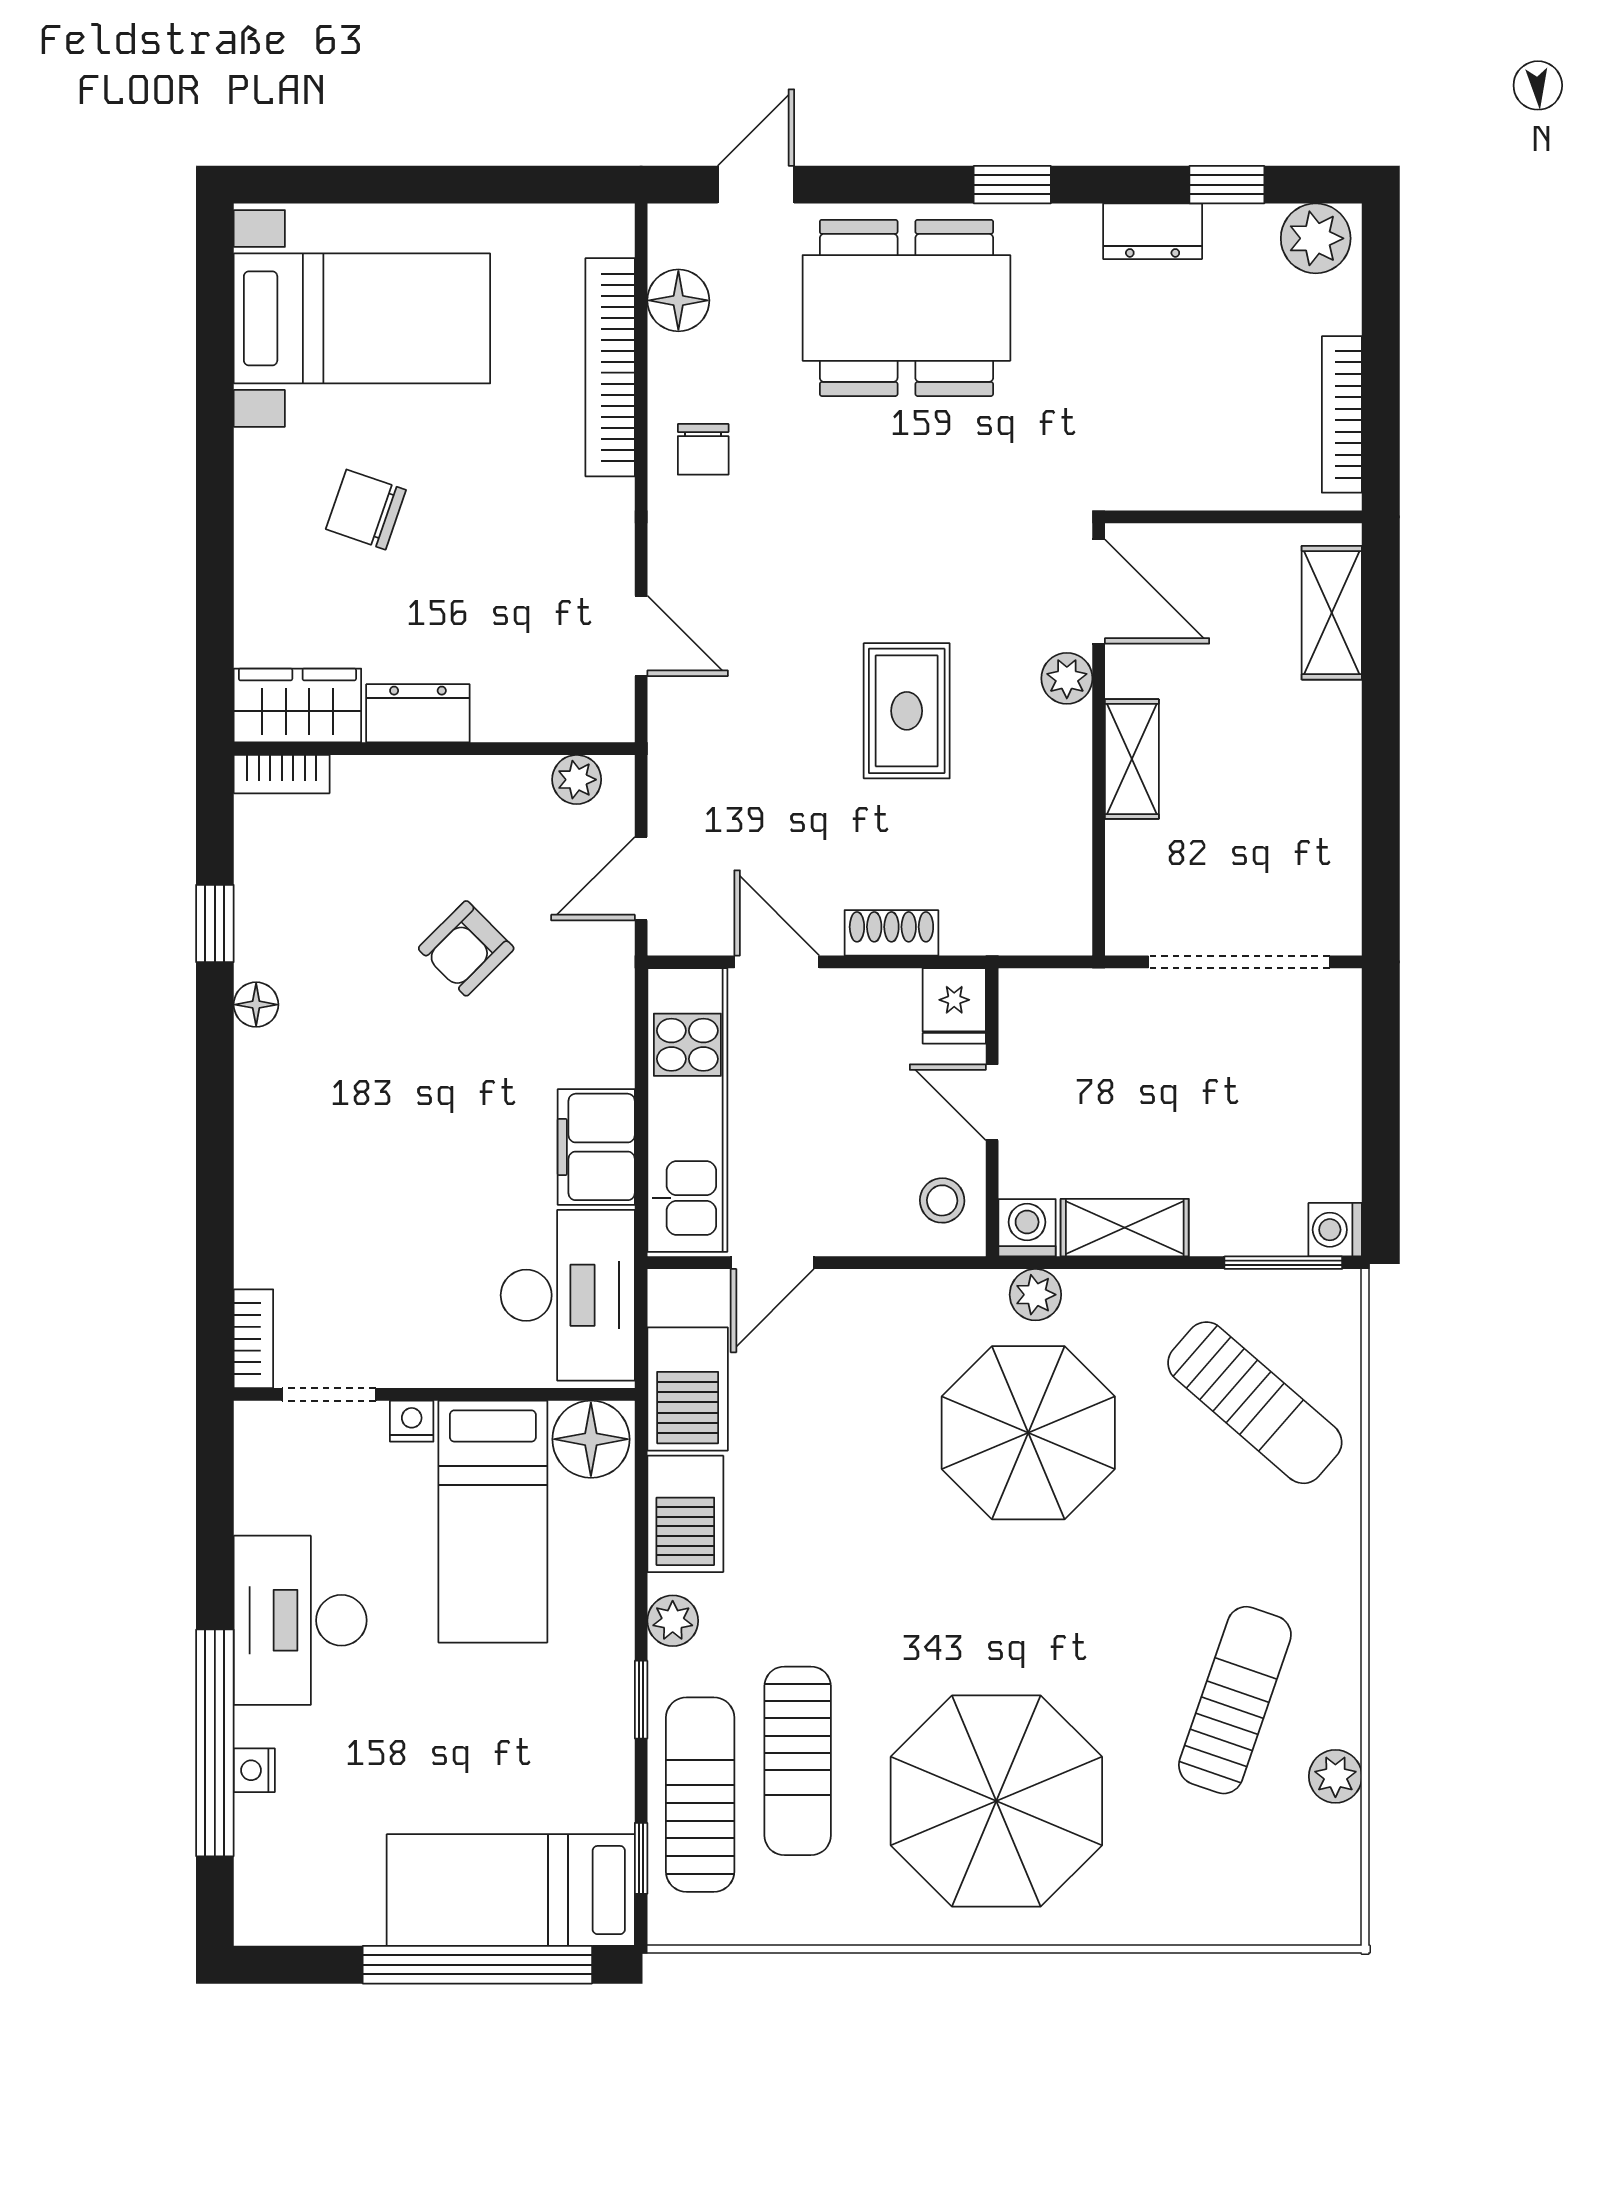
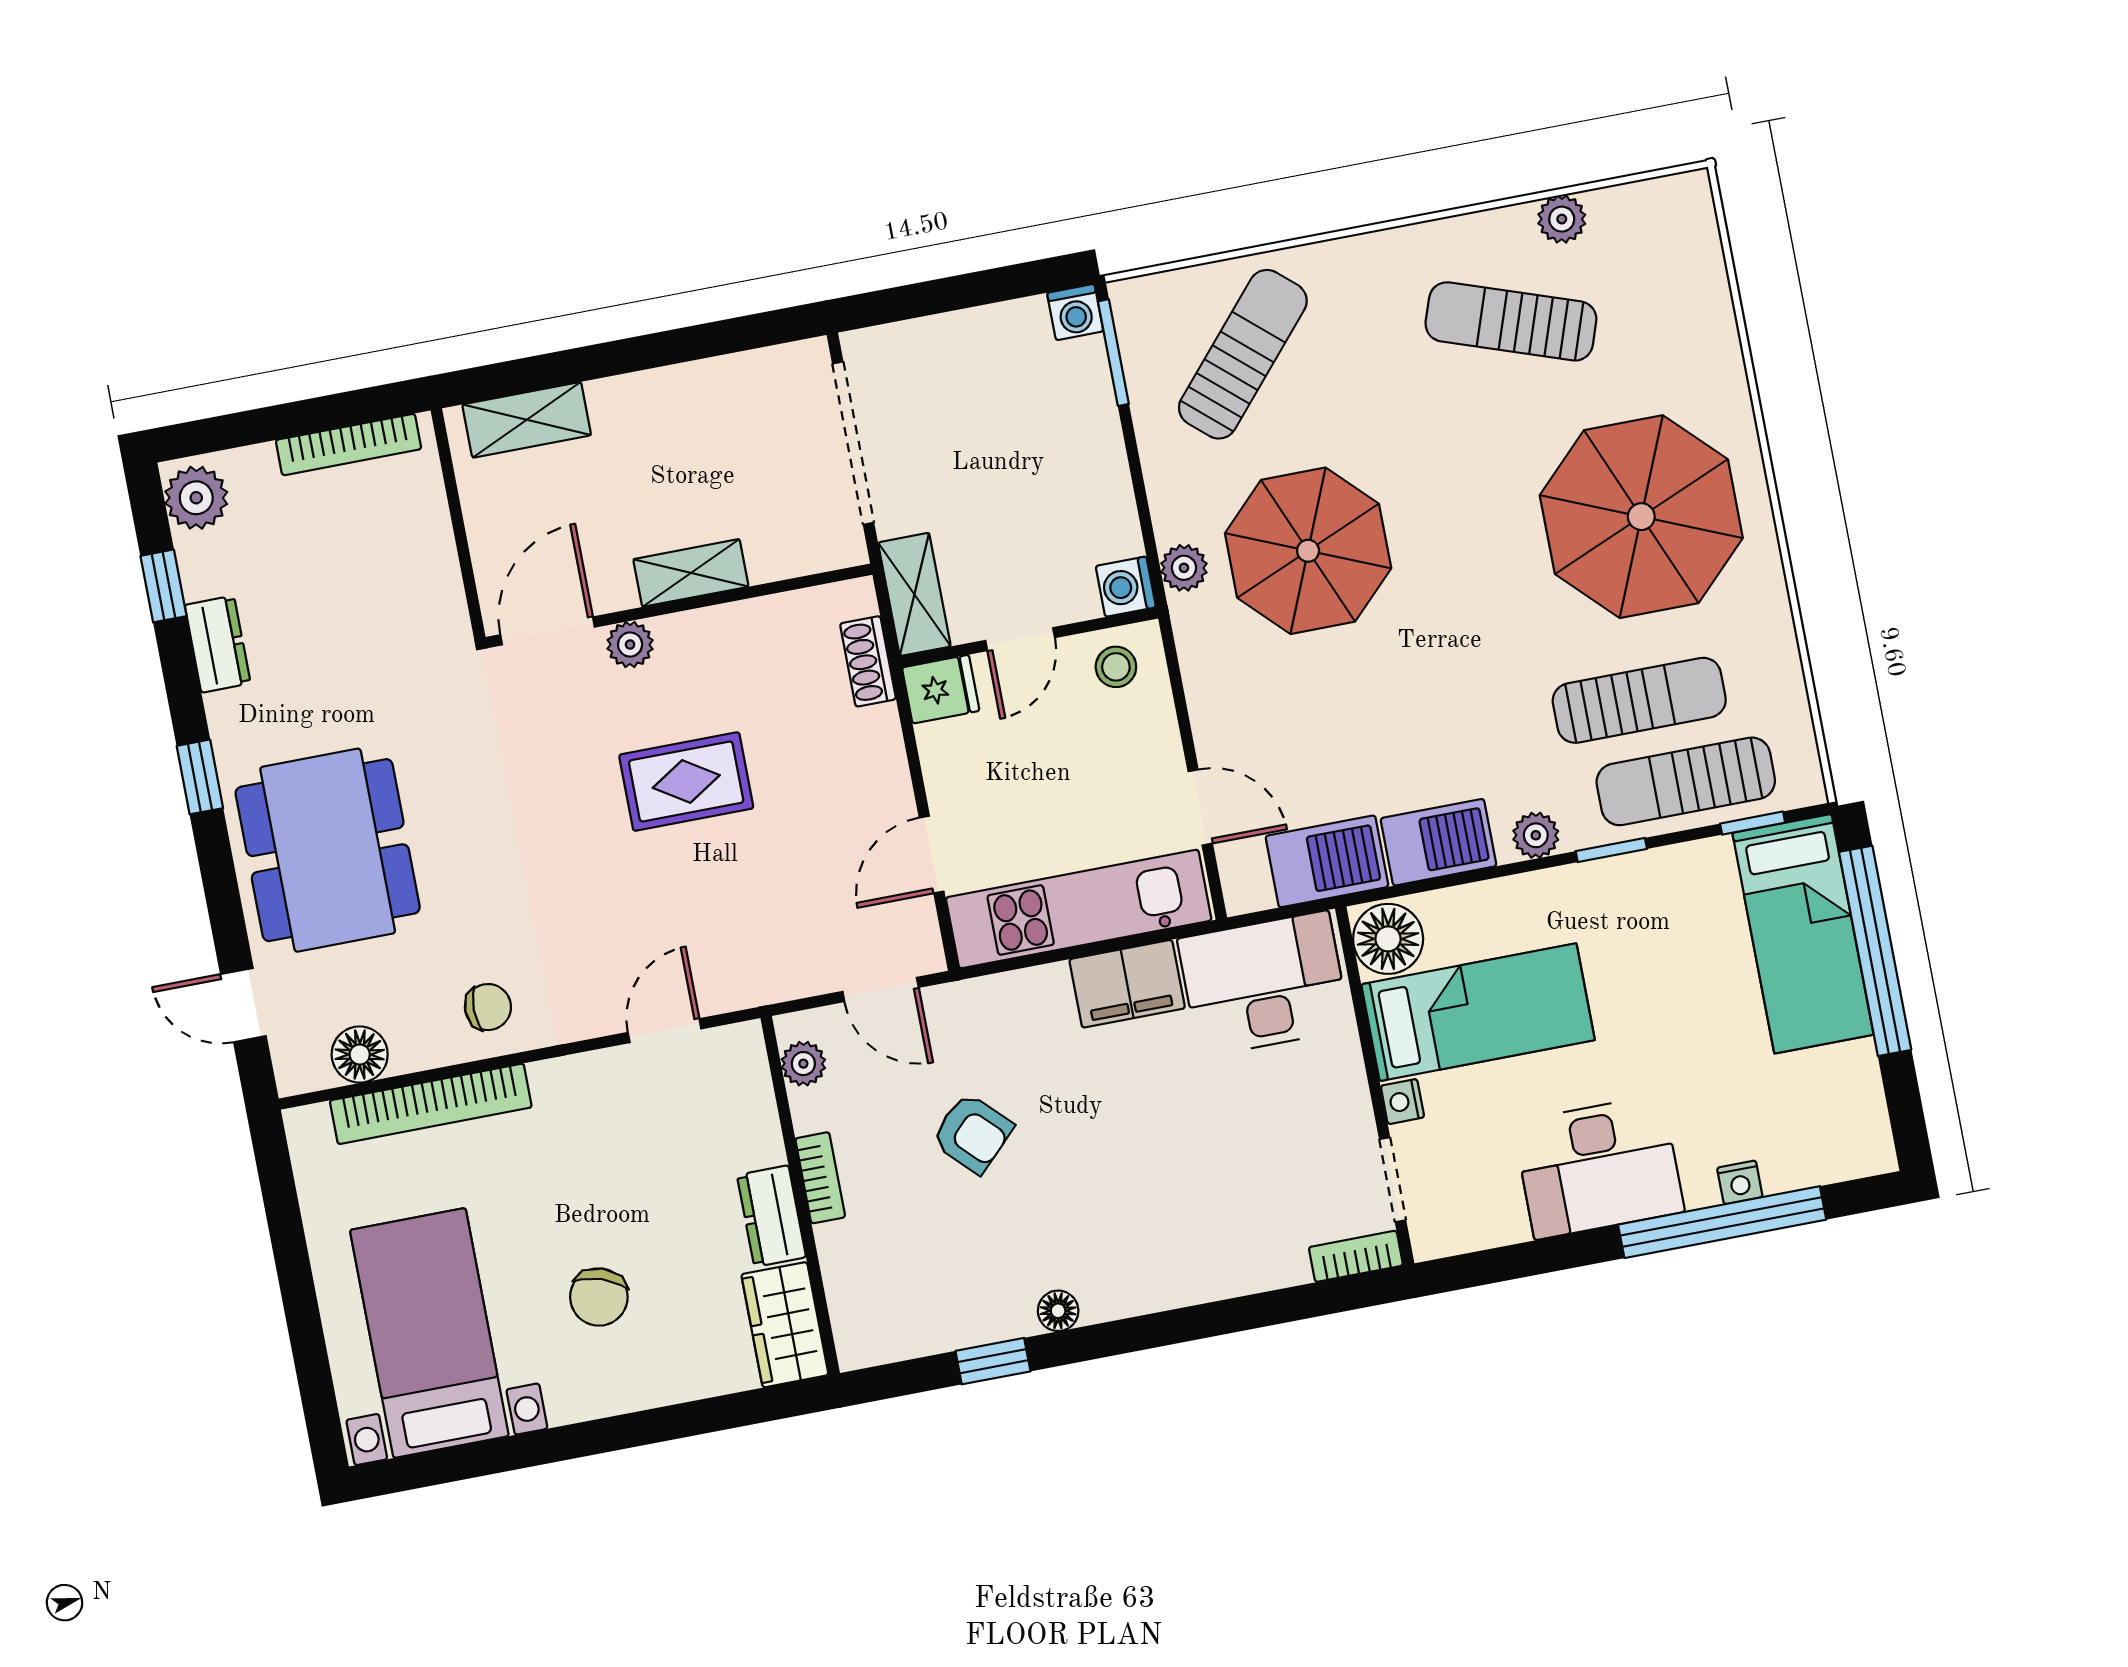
bookcase: (282, 774) -> (820, 1178), moved
shoe rack: (891, 933) -> (868, 661), moved
shelving: (1125, 1228) -> (914, 594), moved

